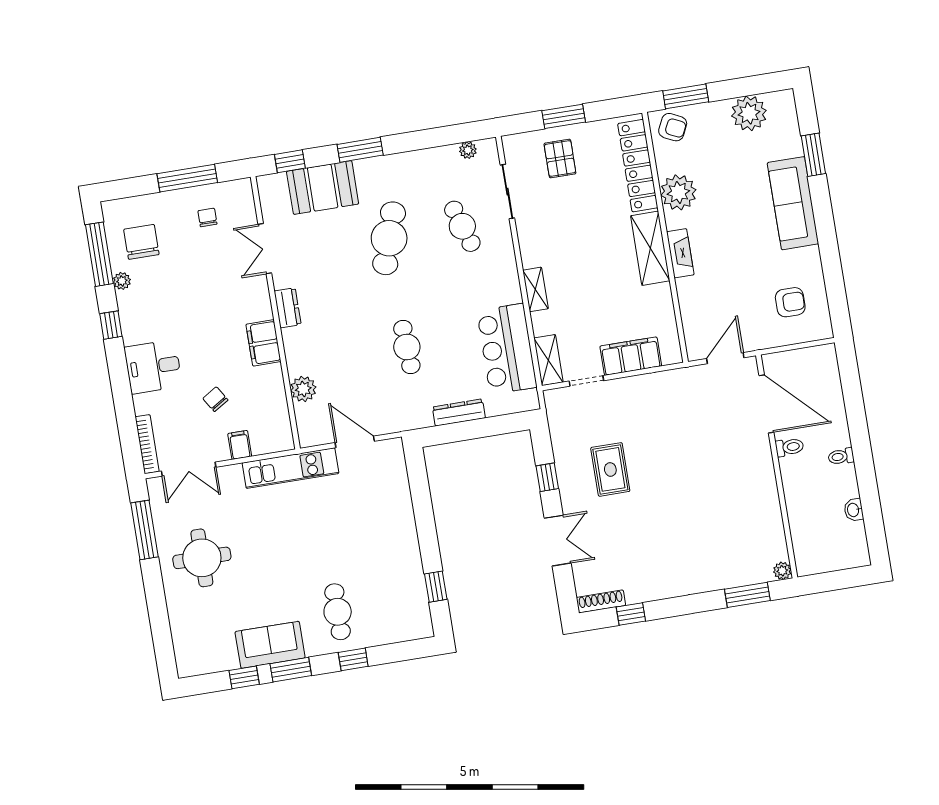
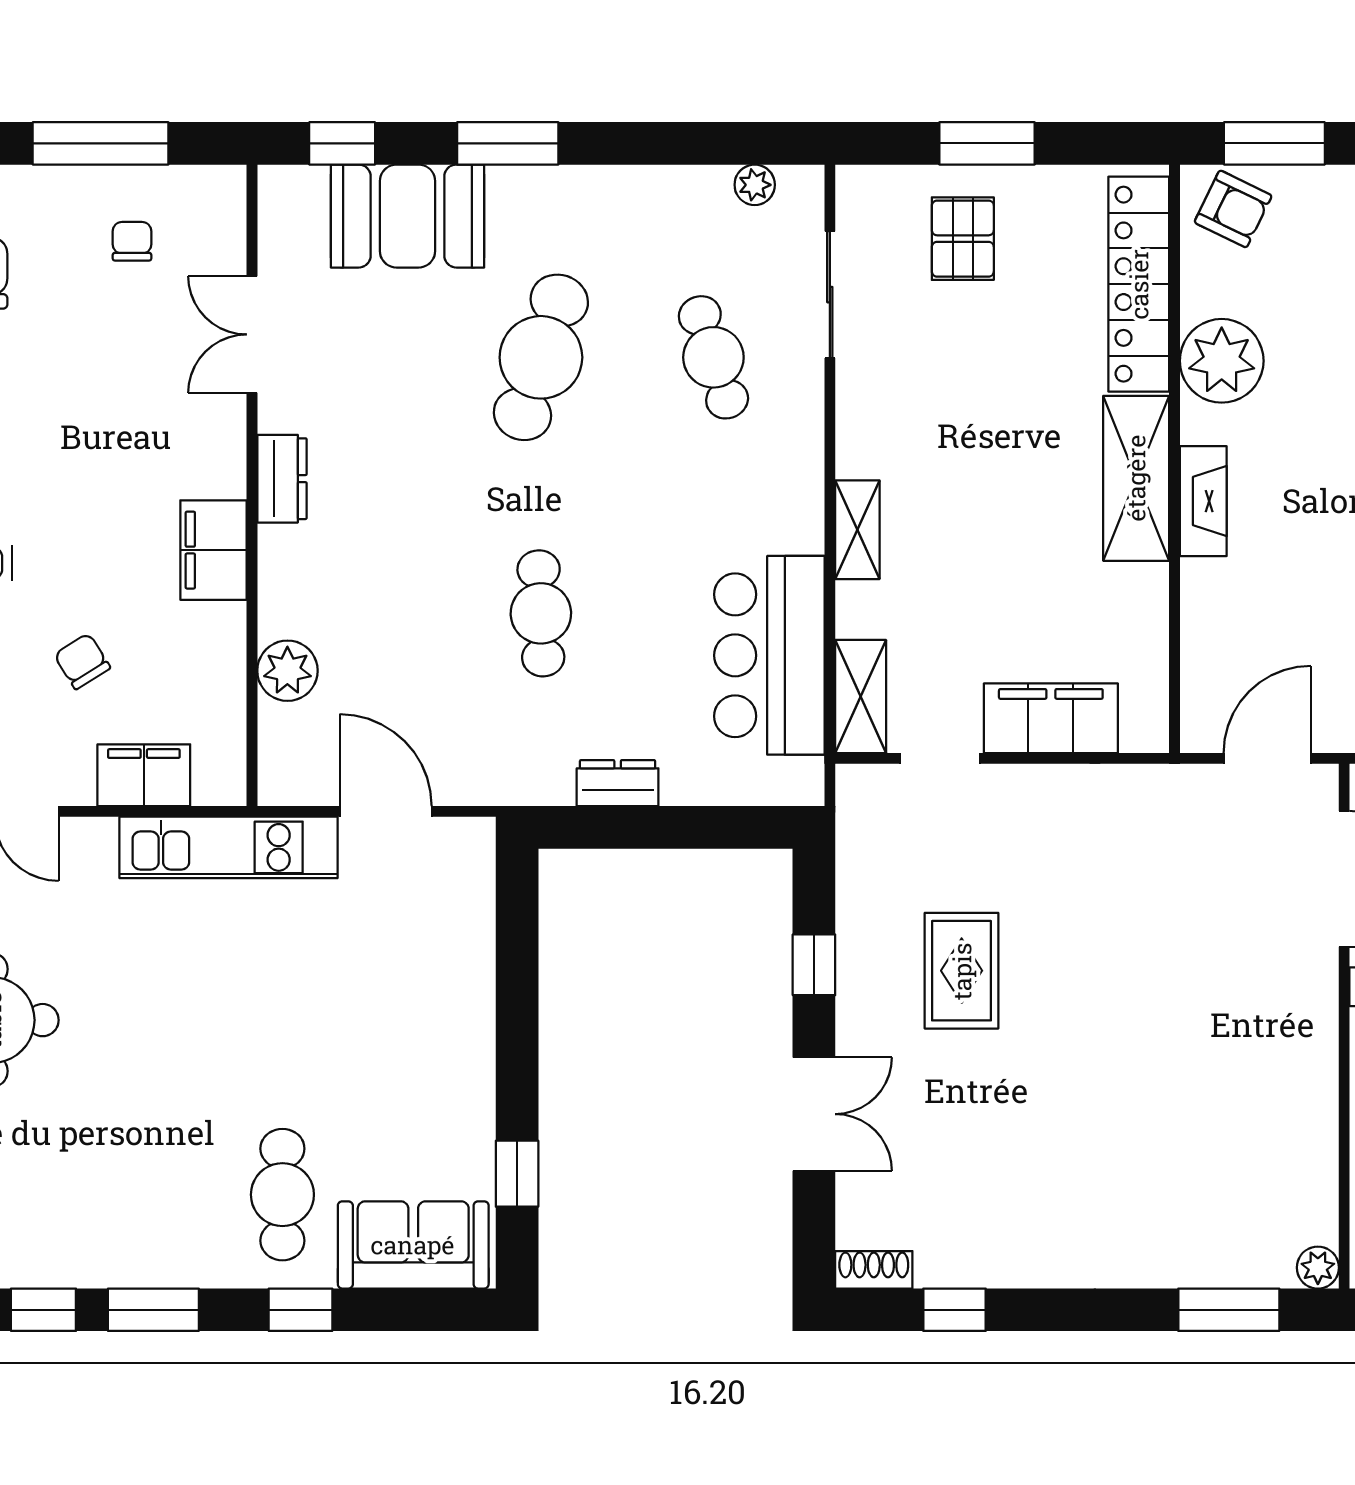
dresser: (459, 412) -> (618, 783), width x0.70
filing cabinet: (240, 445) -> (144, 775), width x2.00
shoe rack: (601, 601) -> (874, 1270), width x0.70
sofa: (270, 645) -> (413, 1245), moved

